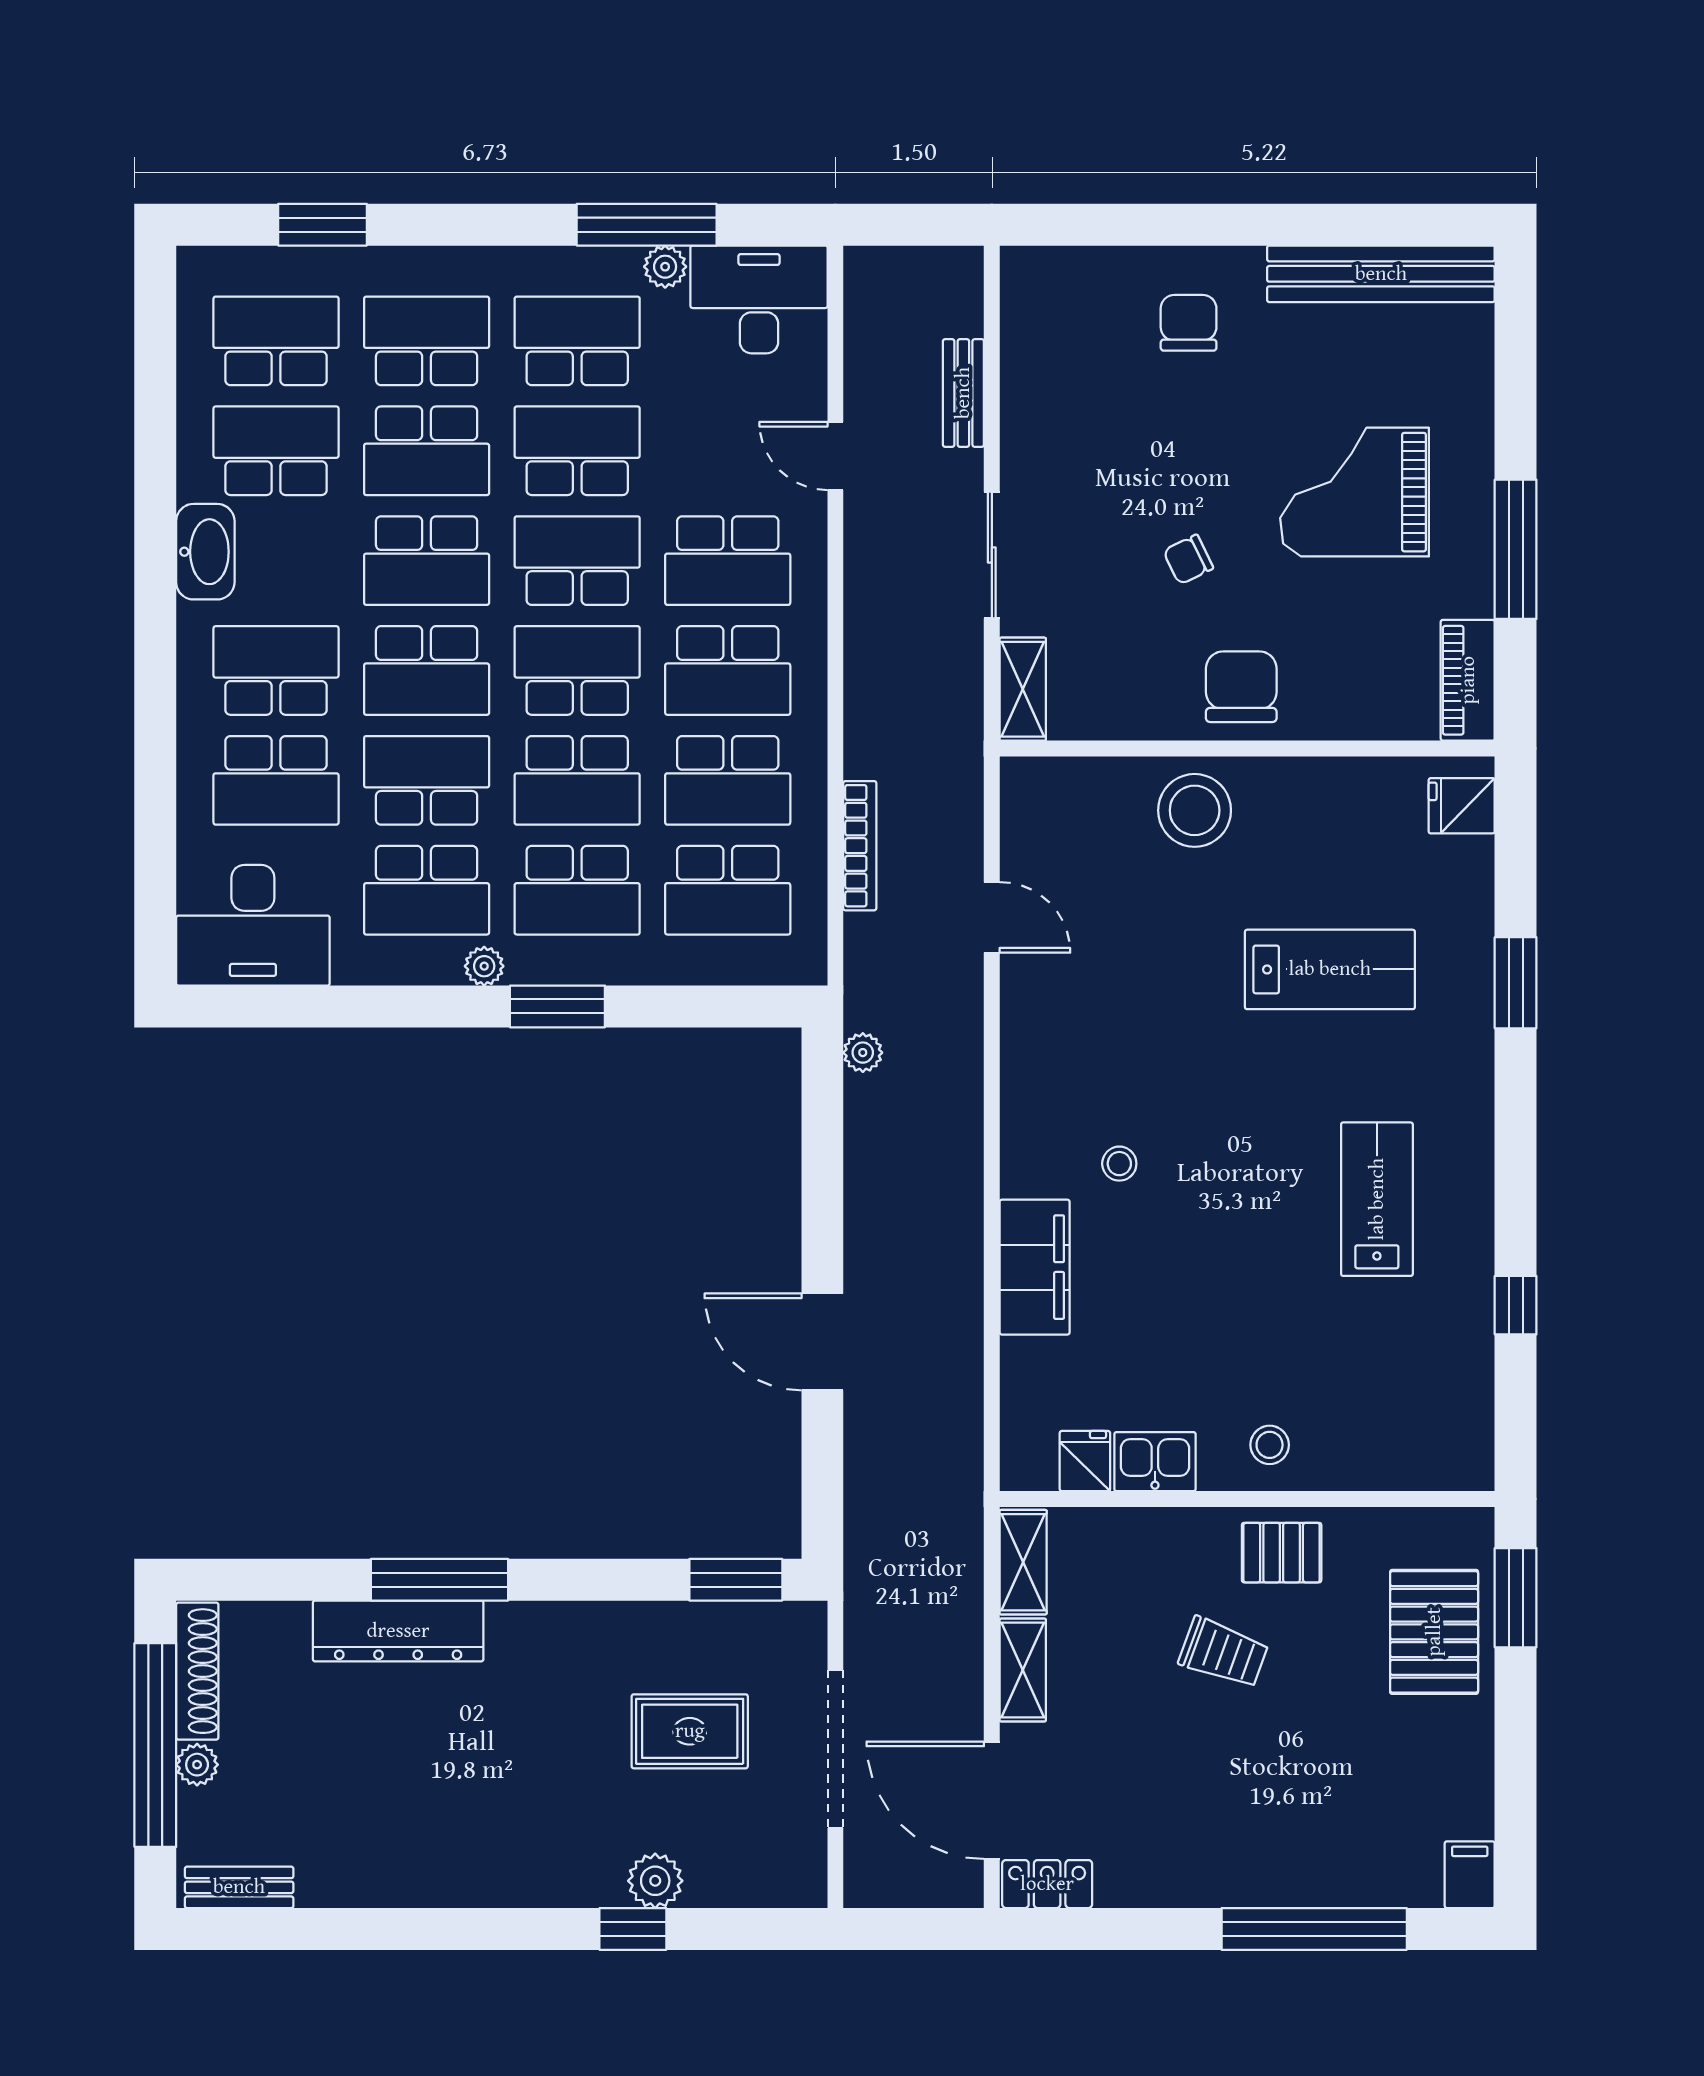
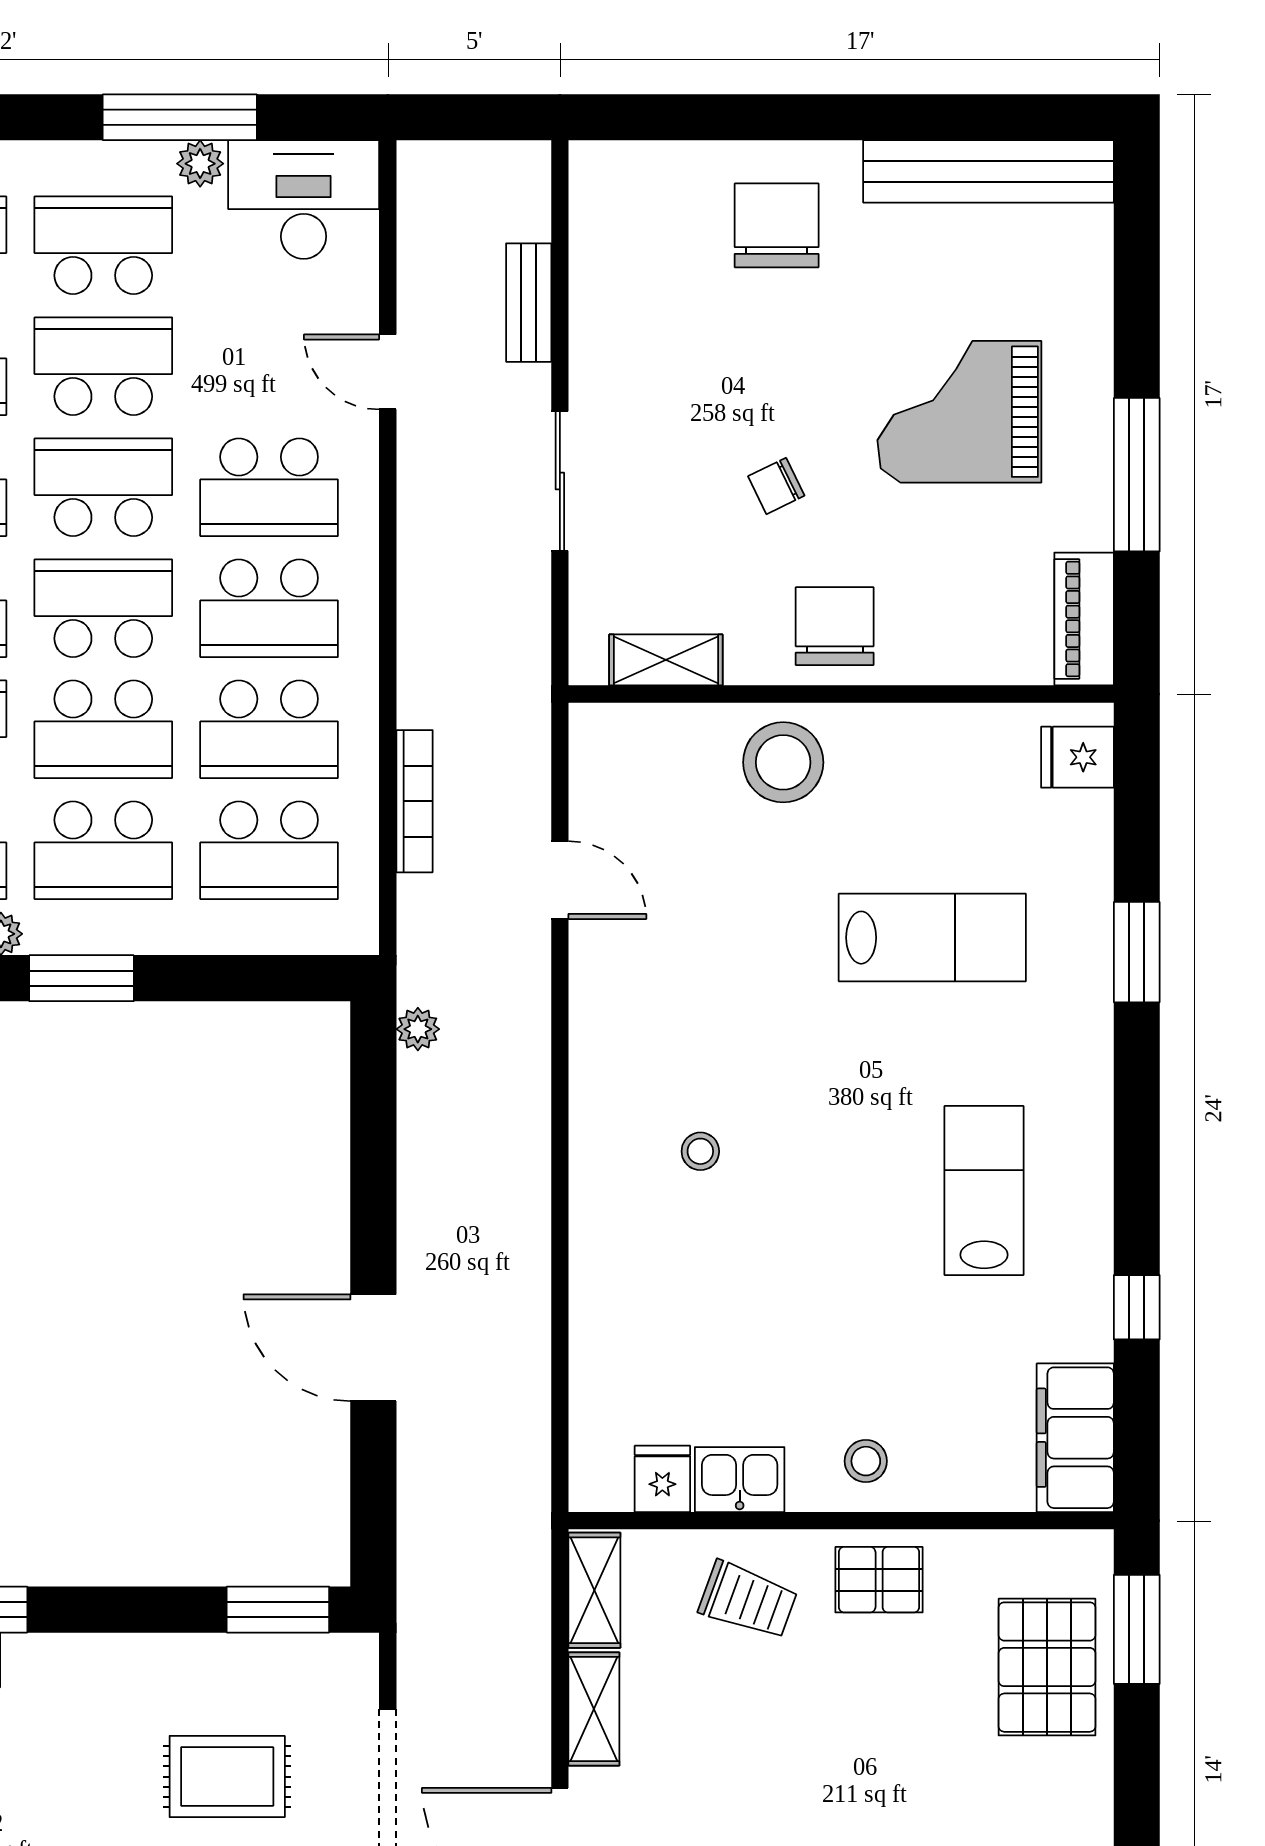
chair: (1189, 323) -> (777, 225), width x1.37, depth x1.37
shelving: (1023, 689) -> (666, 660), moved, turned 90
filing cabinet: (1035, 1267) -> (1075, 1438), moved, turned 180
trolley: (1223, 1653) -> (748, 1600), moved

